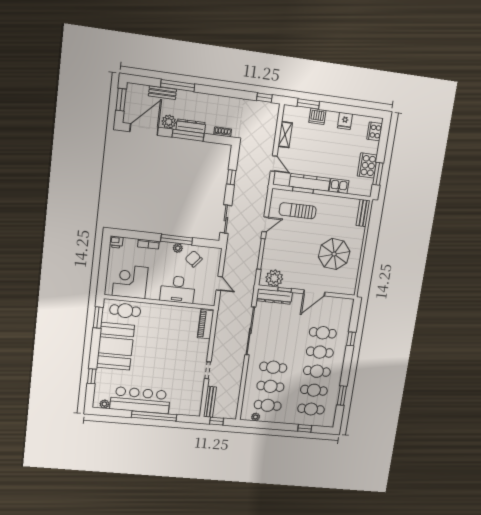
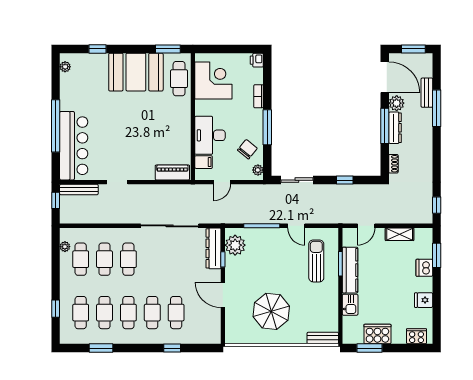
plant: (178, 248) -> (258, 170), moved
filing cabinet: (200, 297) -> (204, 162), added
bar counter: (140, 400) -> (74, 146), moved

